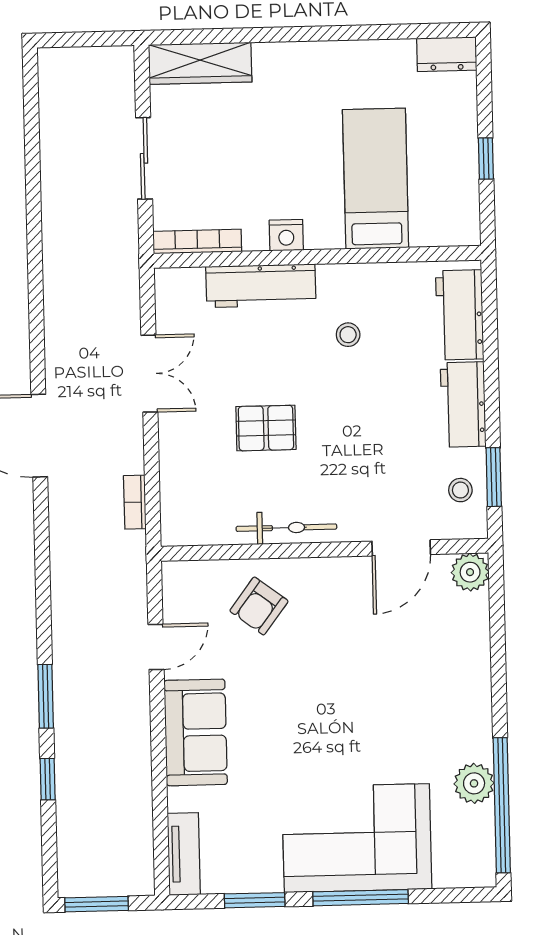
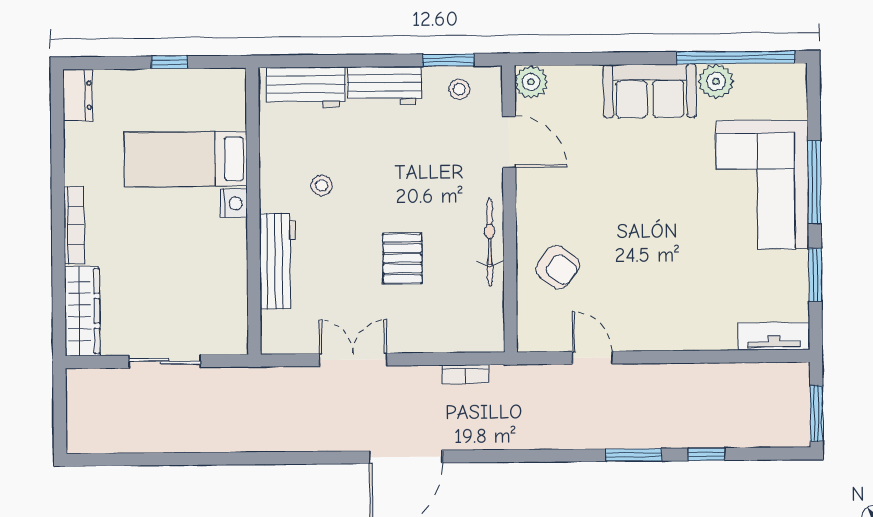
nightstand: (286, 235) -> (234, 203), moved
bookcase: (197, 242) -> (74, 225), moved, turned 180
sofa: (196, 732) -> (650, 91), moved, turned 180

